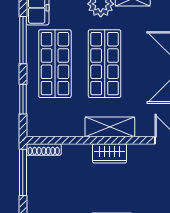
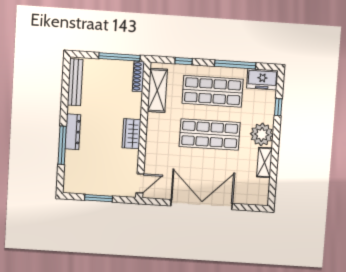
window: (23, 99) -> (184, 61), width x0.67
shelving: (110, 127) -> (157, 90), moved

